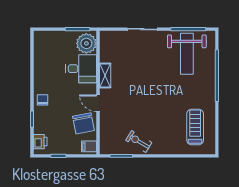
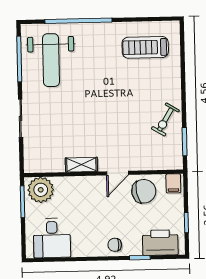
weight bench: (187, 54) -> (51, 60), turned 90
desk: (81, 69) -> (52, 238), moved, turned 180
printer: (40, 142) -> (160, 243), width x1.87, depth x1.48

